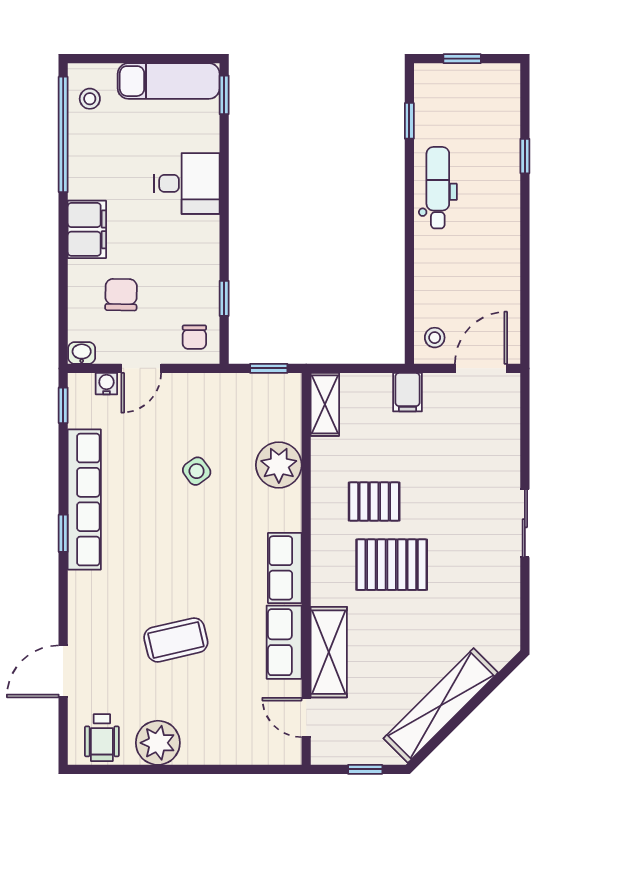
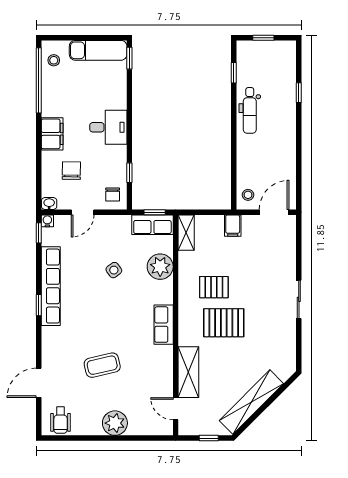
desk: (187, 183) -> (108, 127), moved
dental chair: (438, 188) -> (250, 110), turned 180
water cooler: (106, 384) -> (47, 221), moved
row of seats: (284, 642) -> (152, 225), moved, turned -90
plant: (158, 743) -> (115, 423), moved

